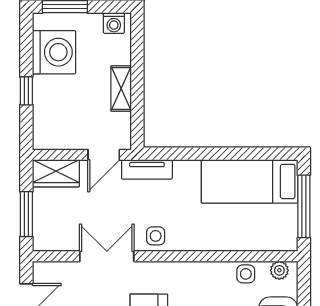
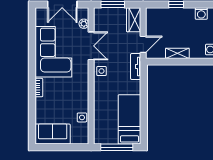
washing machine: (54, 52) -> (201, 14), width x0.53, depth x0.53
door: (104, 155) -> (143, 44), swing flipped
plant: (279, 270) -> (84, 24), moved

